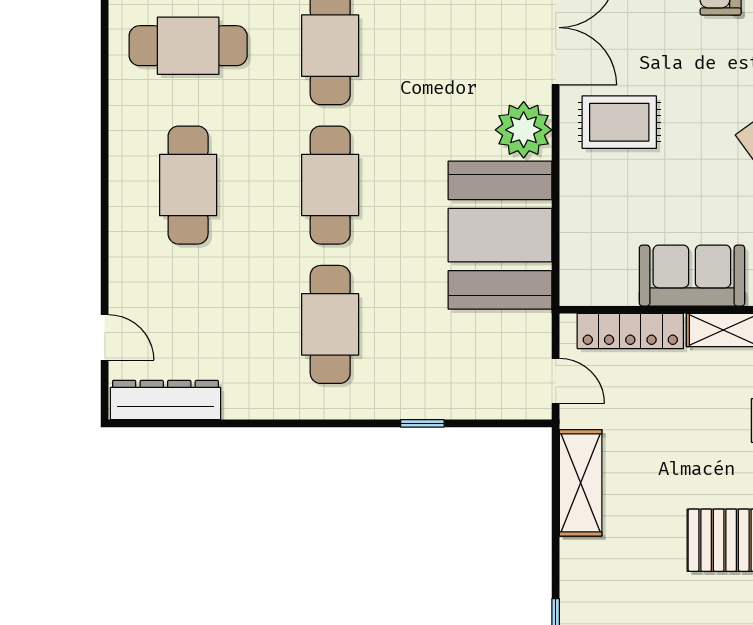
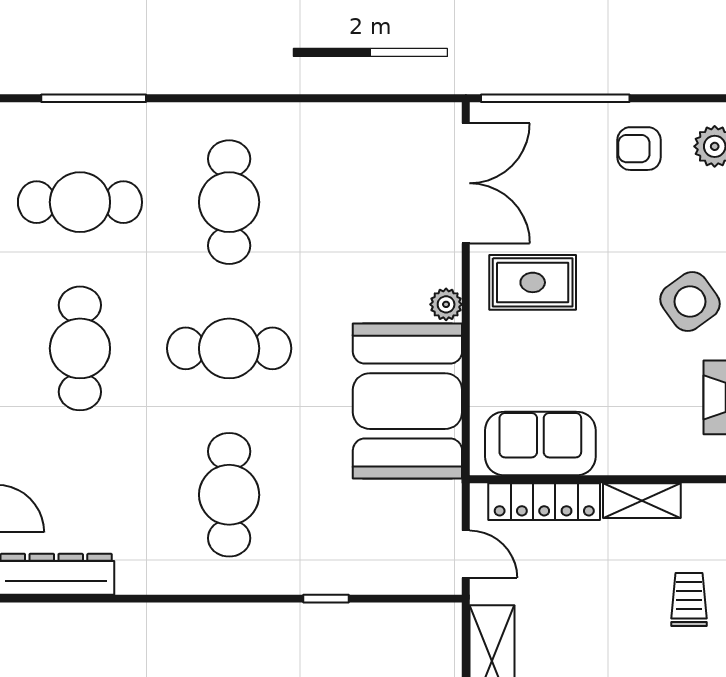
plant: (524, 130) -> (446, 304), width x0.53, depth x0.53
cafe table: (330, 185) -> (229, 348), turned 90
sofa: (692, 276) -> (540, 443), moved

